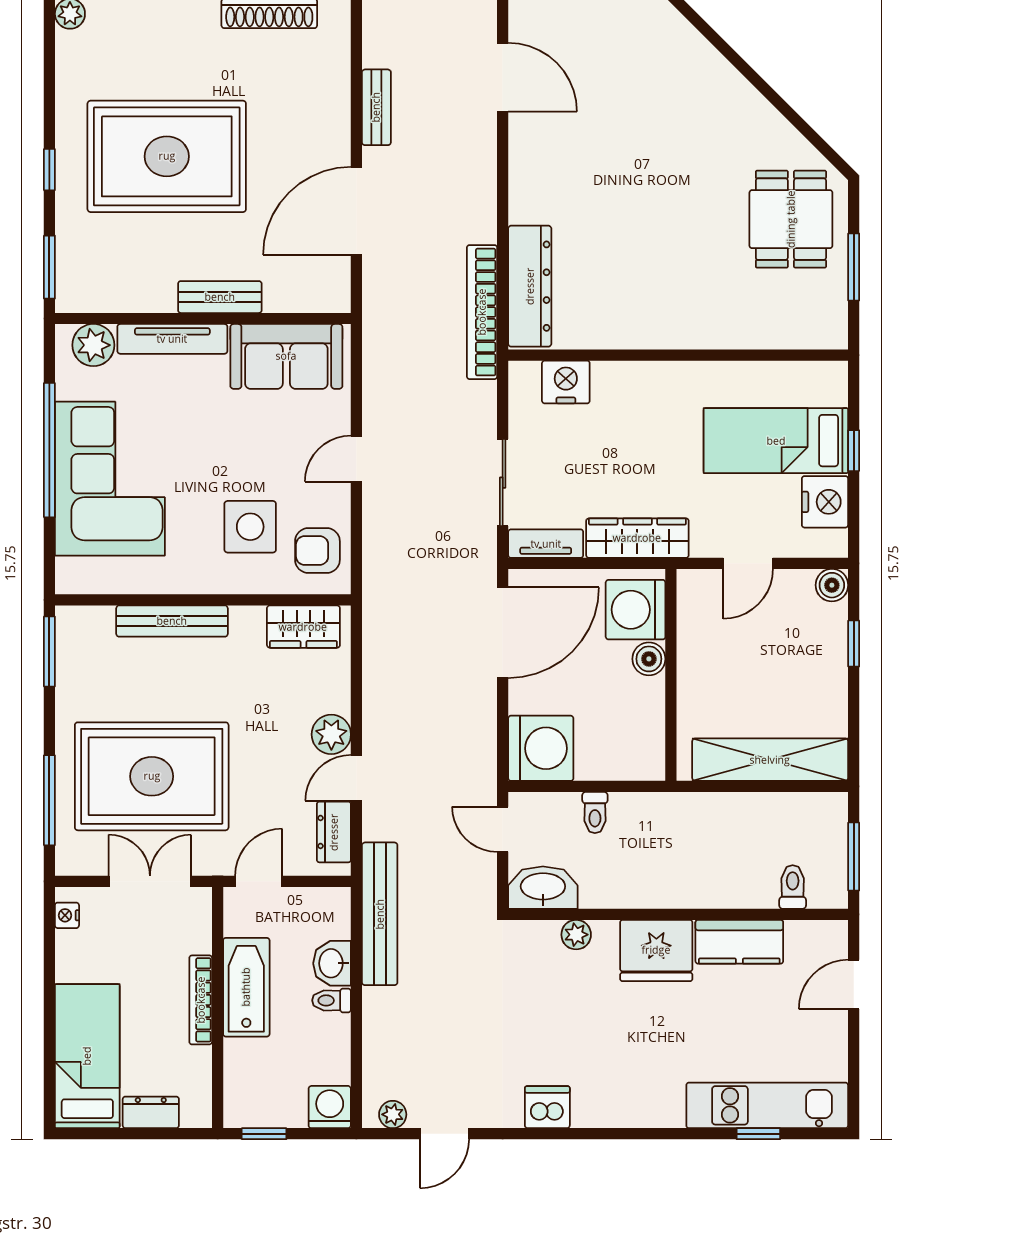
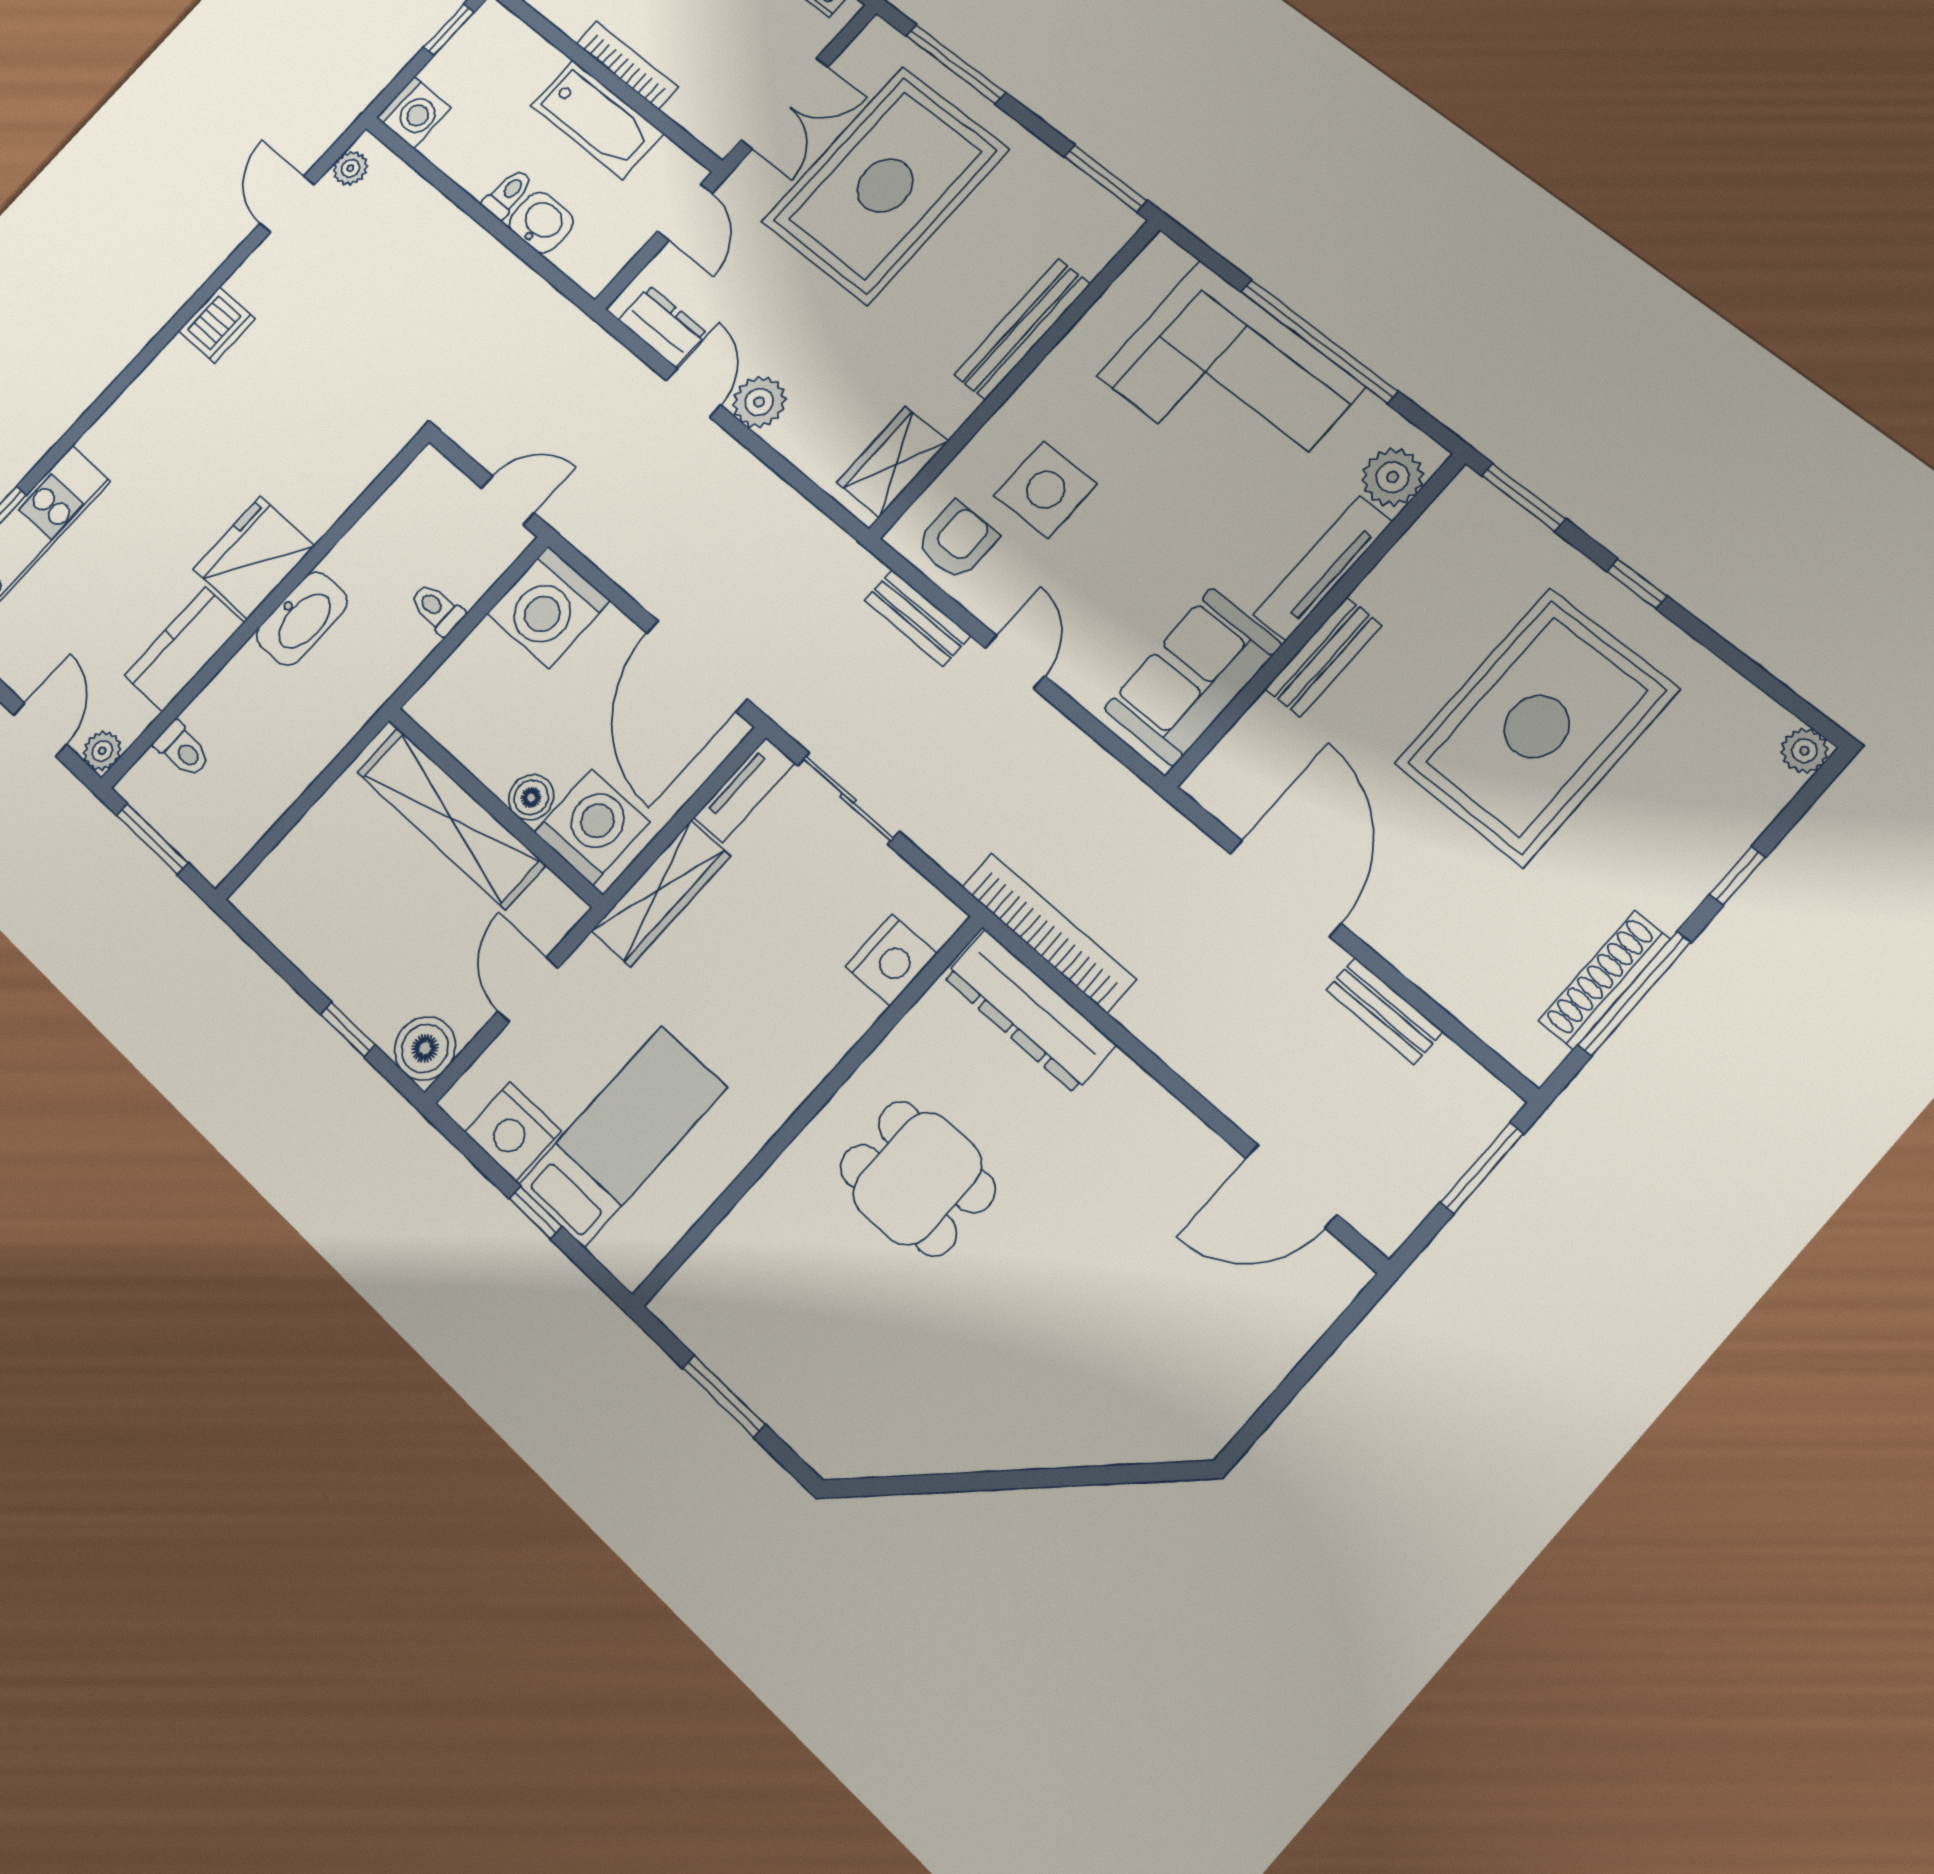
dining table: (791, 219) -> (917, 1179), moved
boiler: (832, 585) -> (425, 1048), width x1.36, depth x1.36
shelving: (770, 760) -> (451, 818), moved, turned 90
washbasin: (543, 888) -> (302, 619), moved
bench: (380, 914) -> (917, 618), moved, width x0.54, depth x0.82
plant: (576, 935) -> (102, 751), moved

